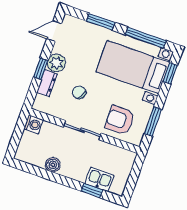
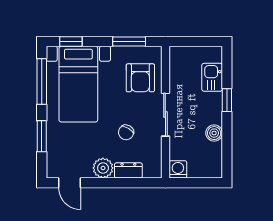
window: (41, 69) -> (115, 183), removed
window: (92, 191) -> (227, 100), moved

